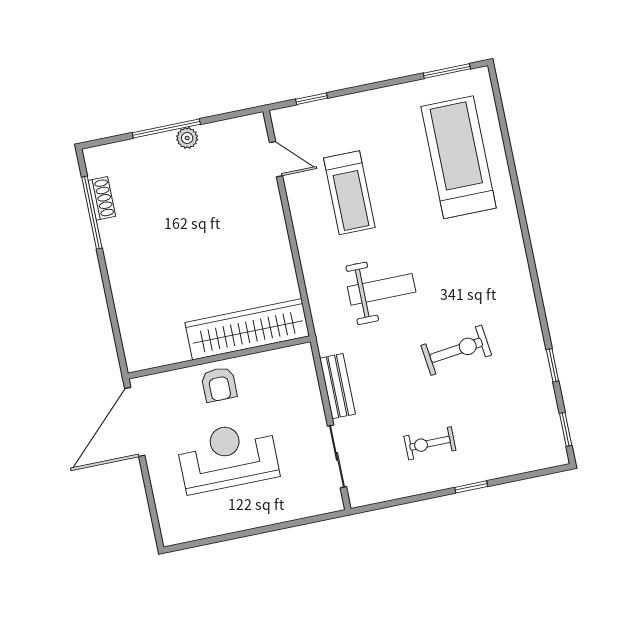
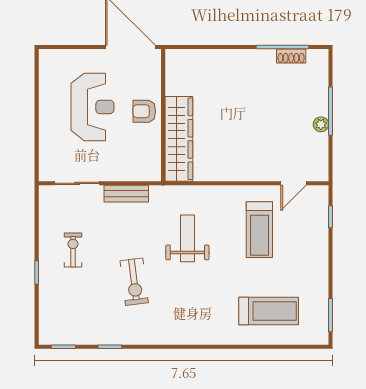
treadmill: (459, 157) -> (269, 311), width x0.73, depth x0.73
treadmill: (349, 193) -> (259, 230), turned -90
weight bench: (382, 289) -> (187, 238), turned 180

